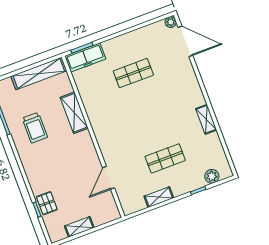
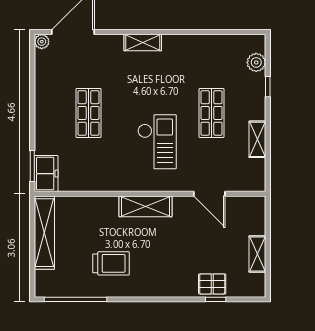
freezer: (85, 57) -> (46, 174), width x0.71
shelving: (74, 113) -> (146, 206), moved
shelving: (206, 119) -> (143, 43), moved
checkout: (131, 128) -> (157, 142), added

